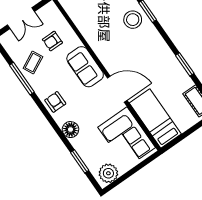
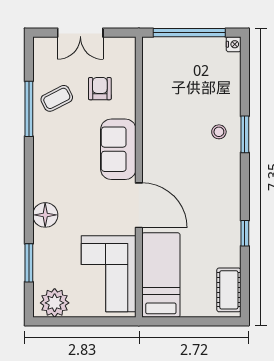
stool: (133, 20) -> (219, 132), width x0.53, depth x0.53
armchair: (52, 41) -> (100, 89), turned 90
window: (185, 64) -> (245, 233), width x0.67
armchair: (55, 102) -> (50, 167), removed

